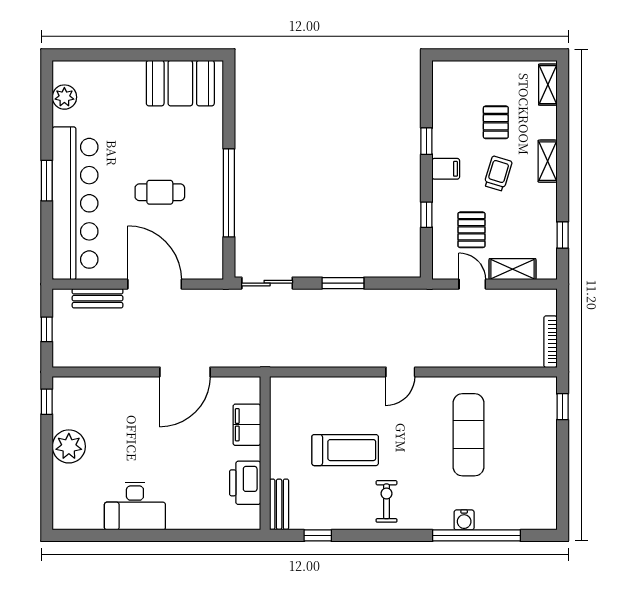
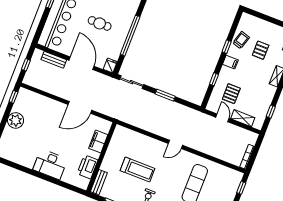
trolley: (498, 174) -> (241, 40), moved
fridge: (213, 267) -> (110, 66), added
desk: (135, 506) -> (50, 164), moved

